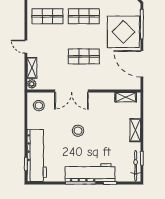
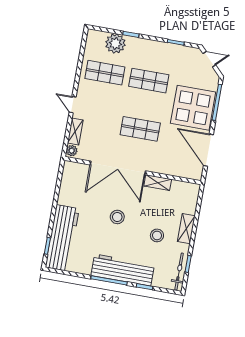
double door: (71, 91) -> (118, 168), width x1.36
shelving: (126, 97) -> (158, 183), moved
stool: (39, 106) -> (157, 235), moved

